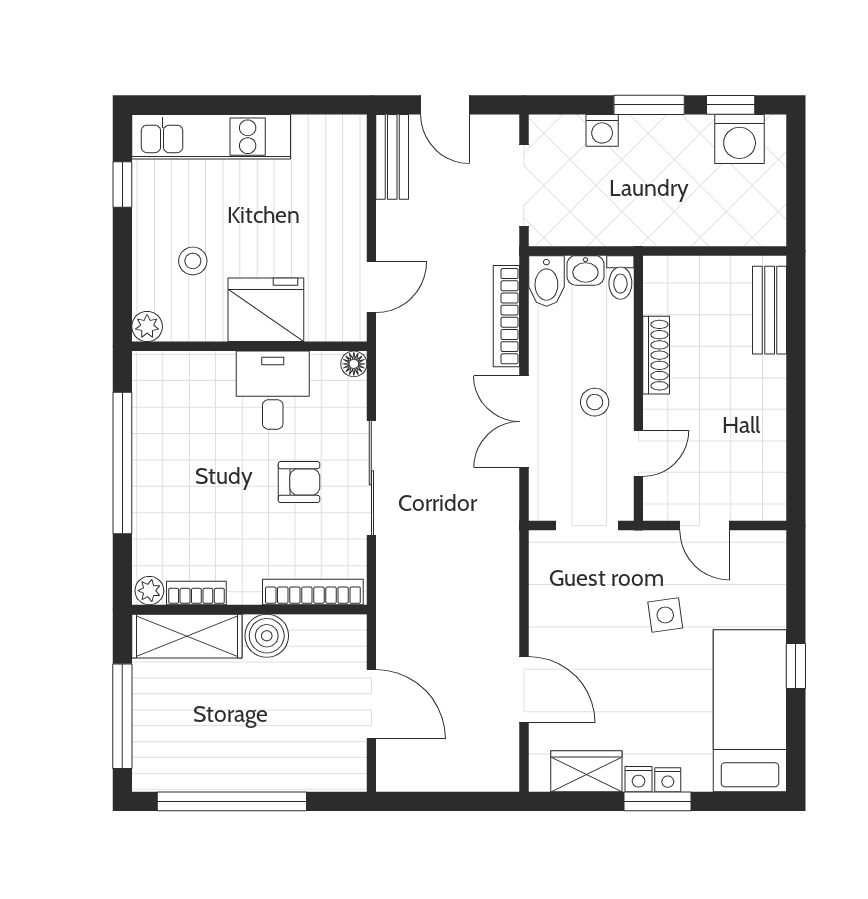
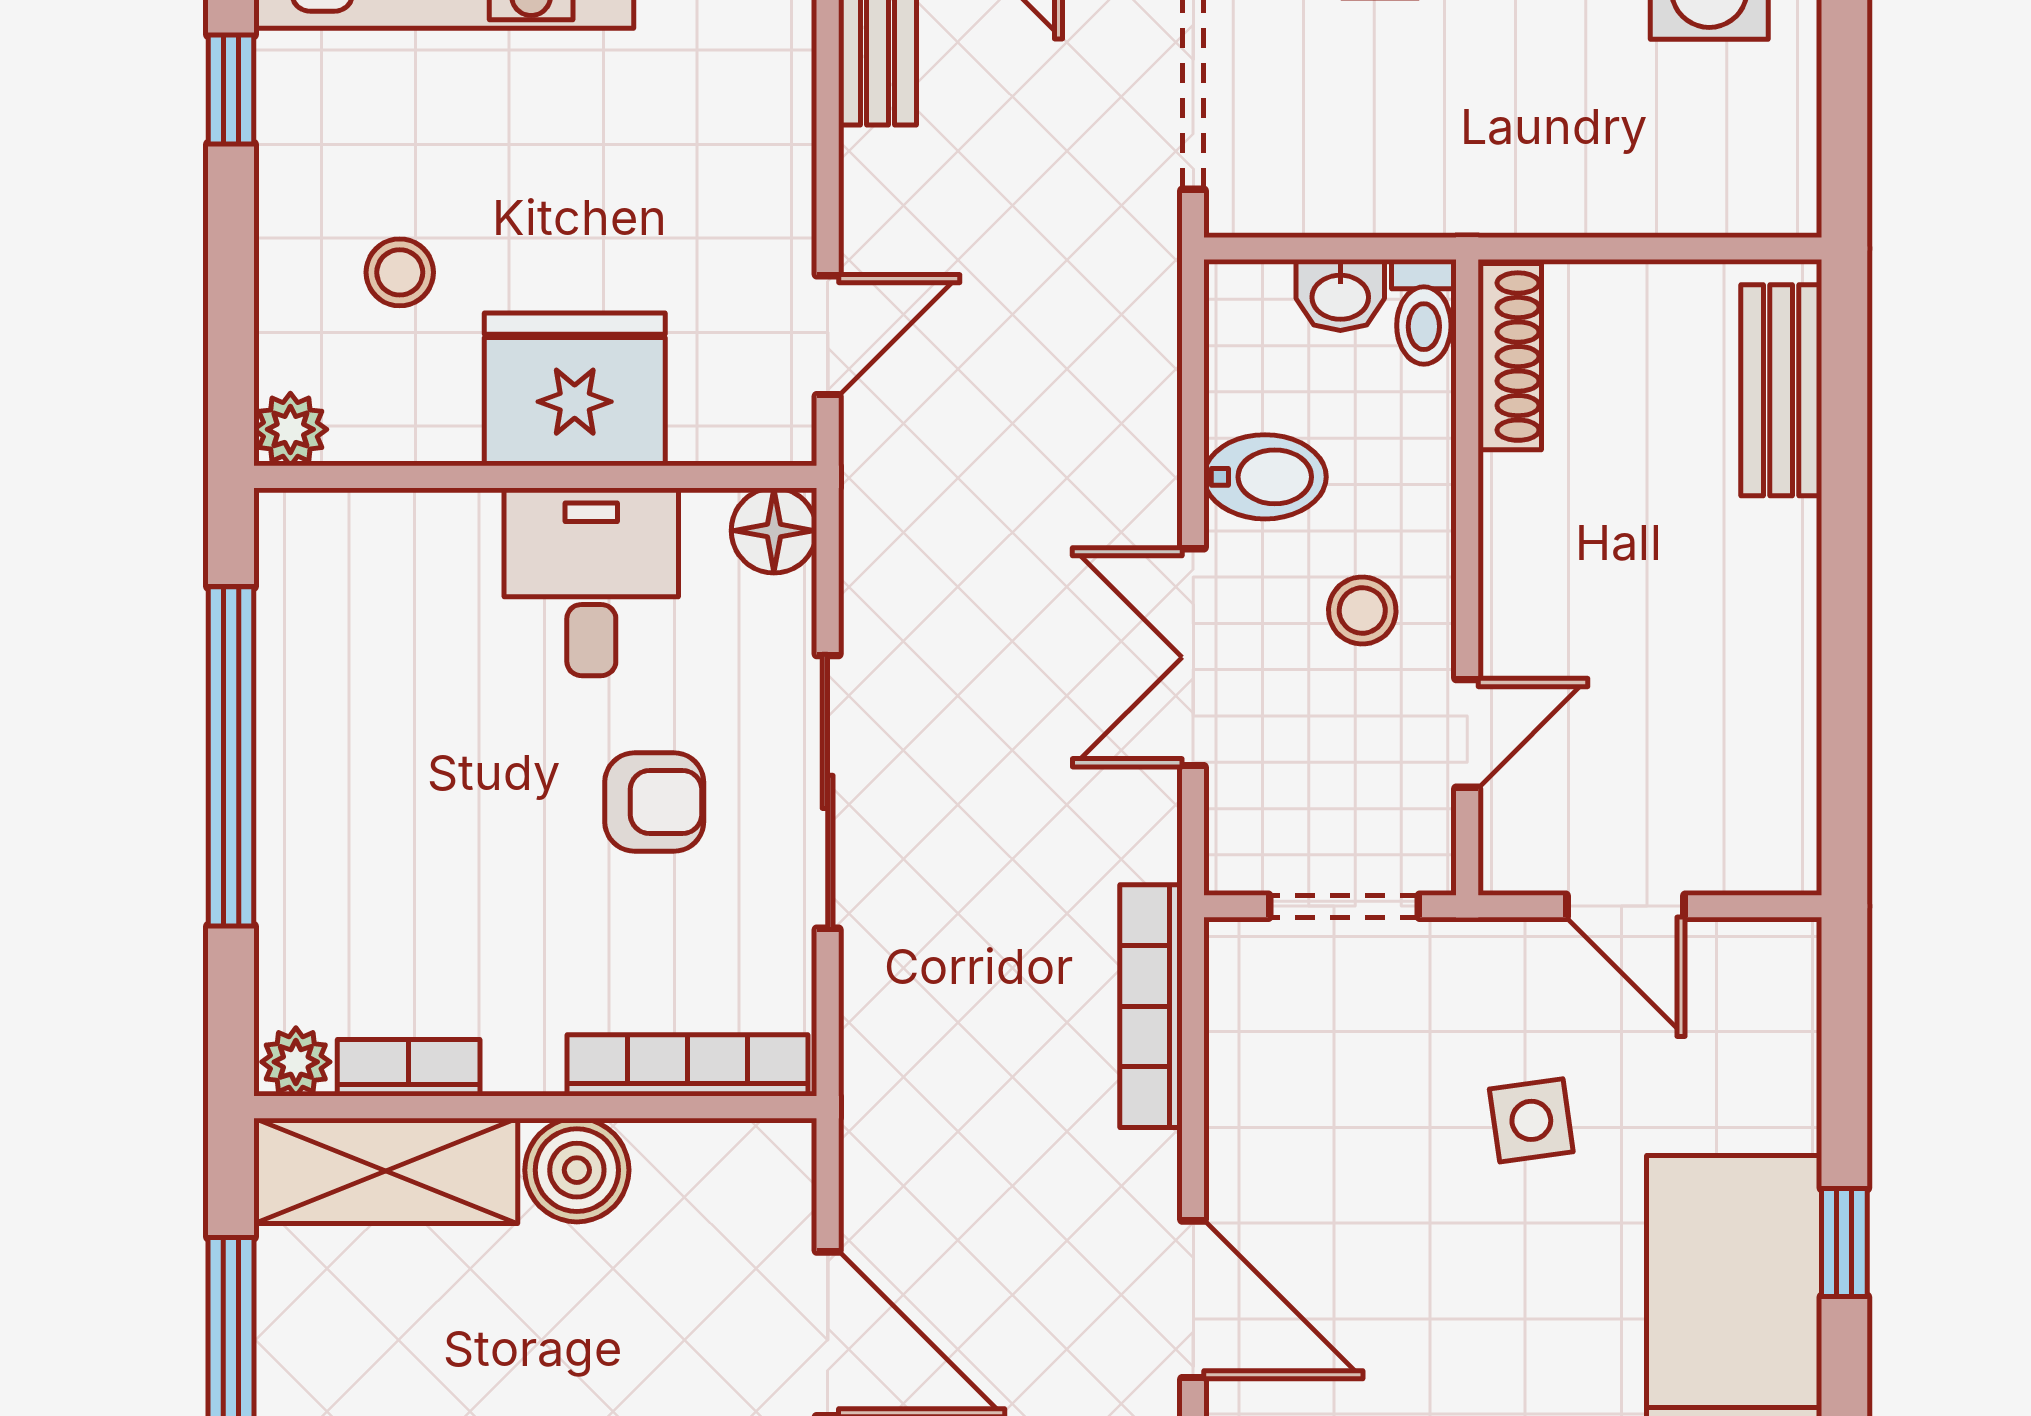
bidet: (546, 281) -> (1265, 477), moved, turned -90
bookcase: (506, 316) -> (1151, 1006), moved
shoe rack: (656, 355) -> (1510, 357), moved
floor lamp: (354, 364) -> (774, 531), width x1.37, depth x1.37

